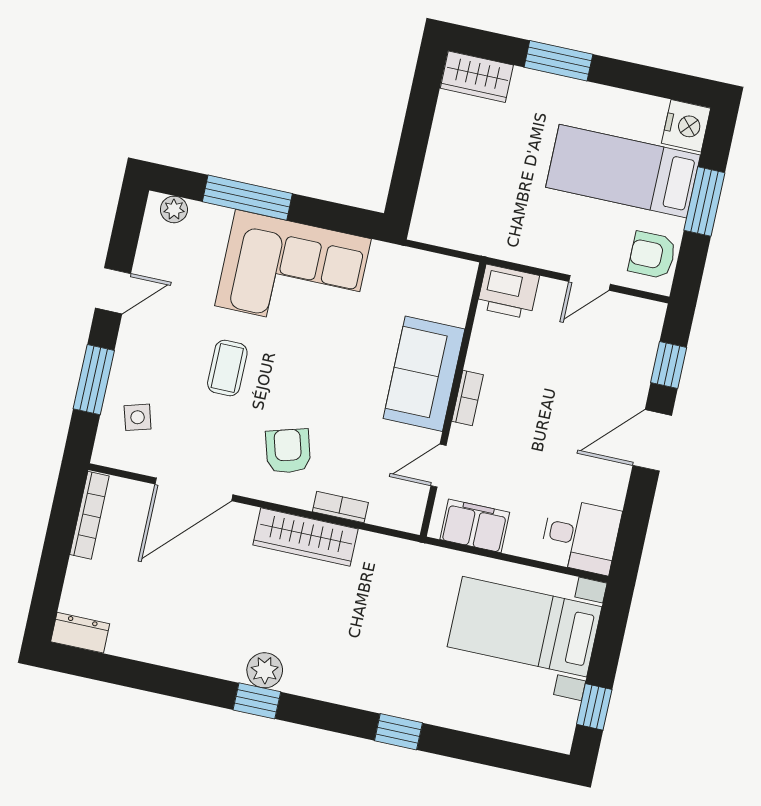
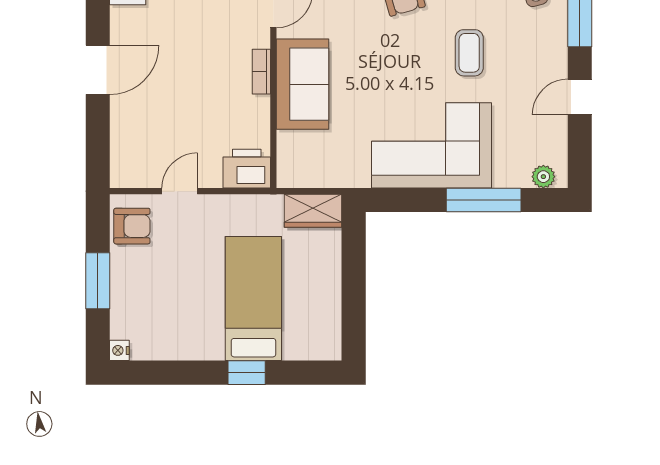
window: (558, 61) -> (247, 373), width x0.67
wardrobe: (477, 77) -> (313, 211), moved, turned 180
nightstand: (686, 126) -> (119, 350), width x0.53, depth x0.56
bed: (623, 171) -> (253, 299), moved, turned -90
window: (669, 365) -> (98, 136), removed

